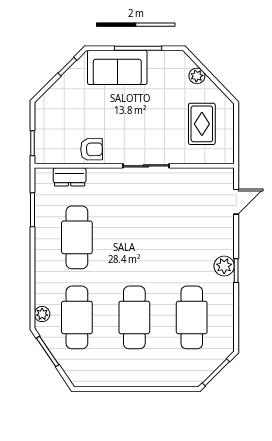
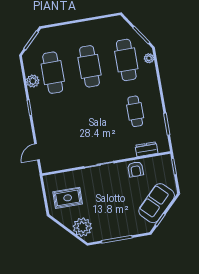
sofa: (117, 67) -> (157, 203), moved, turned -45
plant: (197, 76) -> (82, 227), width x1.87, depth x1.87
rug: (202, 124) -> (68, 198), turned 90
armchair: (91, 149) -> (136, 169), turned -89
cafe table: (77, 237) -> (135, 111), width x0.73, depth x0.74
plant: (224, 266) -> (33, 81), moved

